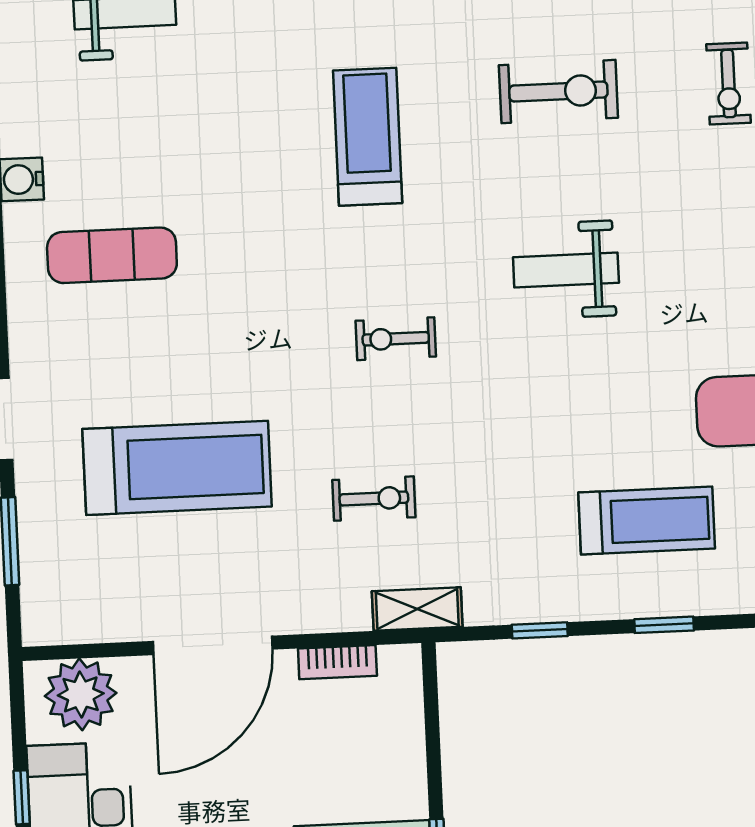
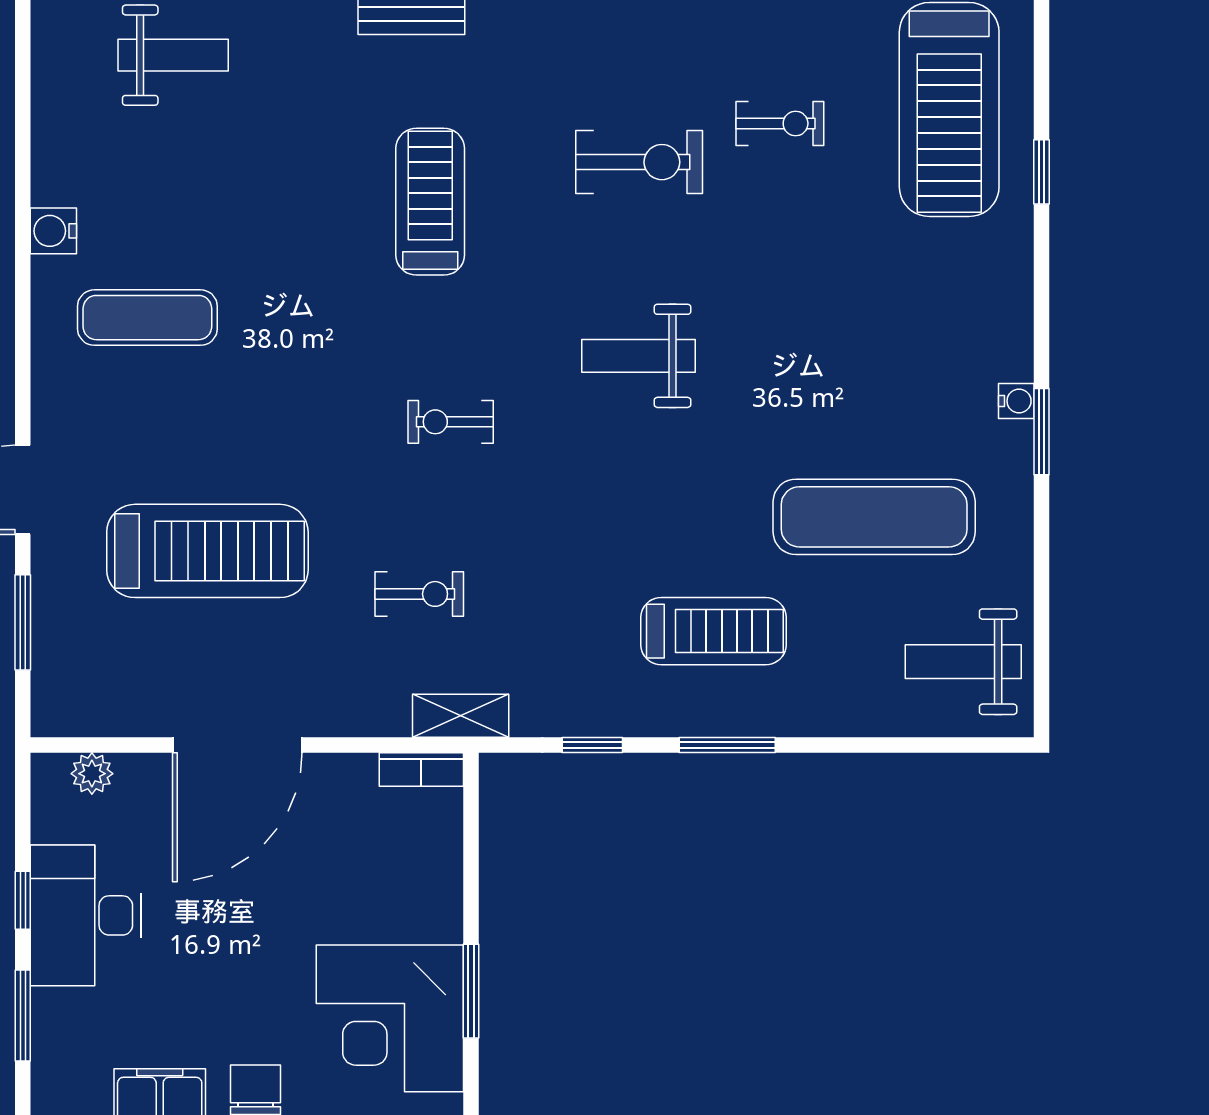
exercise bike: (728, 83) -> (780, 123), moved, turned -90
window: (664, 625) -> (727, 745), width x1.50
bookcase: (337, 662) -> (421, 769), moved
plant: (81, 694) -> (92, 774), width x0.53, depth x0.53

